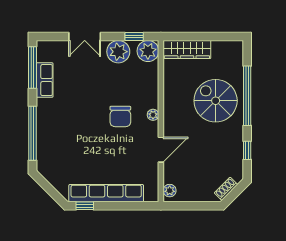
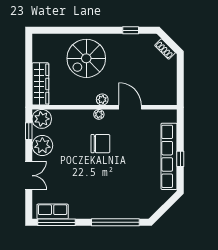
row of seats: (45, 80) -> (53, 211), moved
window: (247, 96) -> (82, 30), removed
plant: (170, 191) -> (102, 100), moved
window: (85, 206) -> (180, 159), moved

